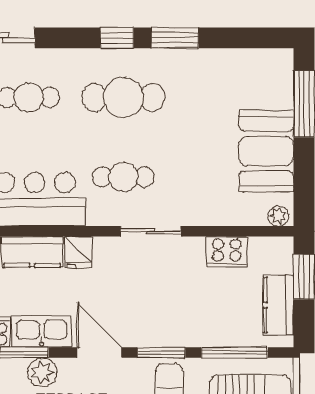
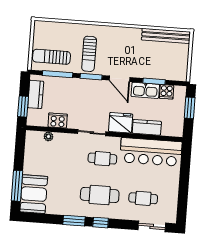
booth: (266, 151) -> (34, 194), moved
plant: (278, 216) -> (48, 136), moved
fridge: (78, 252) -> (121, 123), width x1.88, depth x1.34
plant: (42, 372) -> (146, 72), removed

